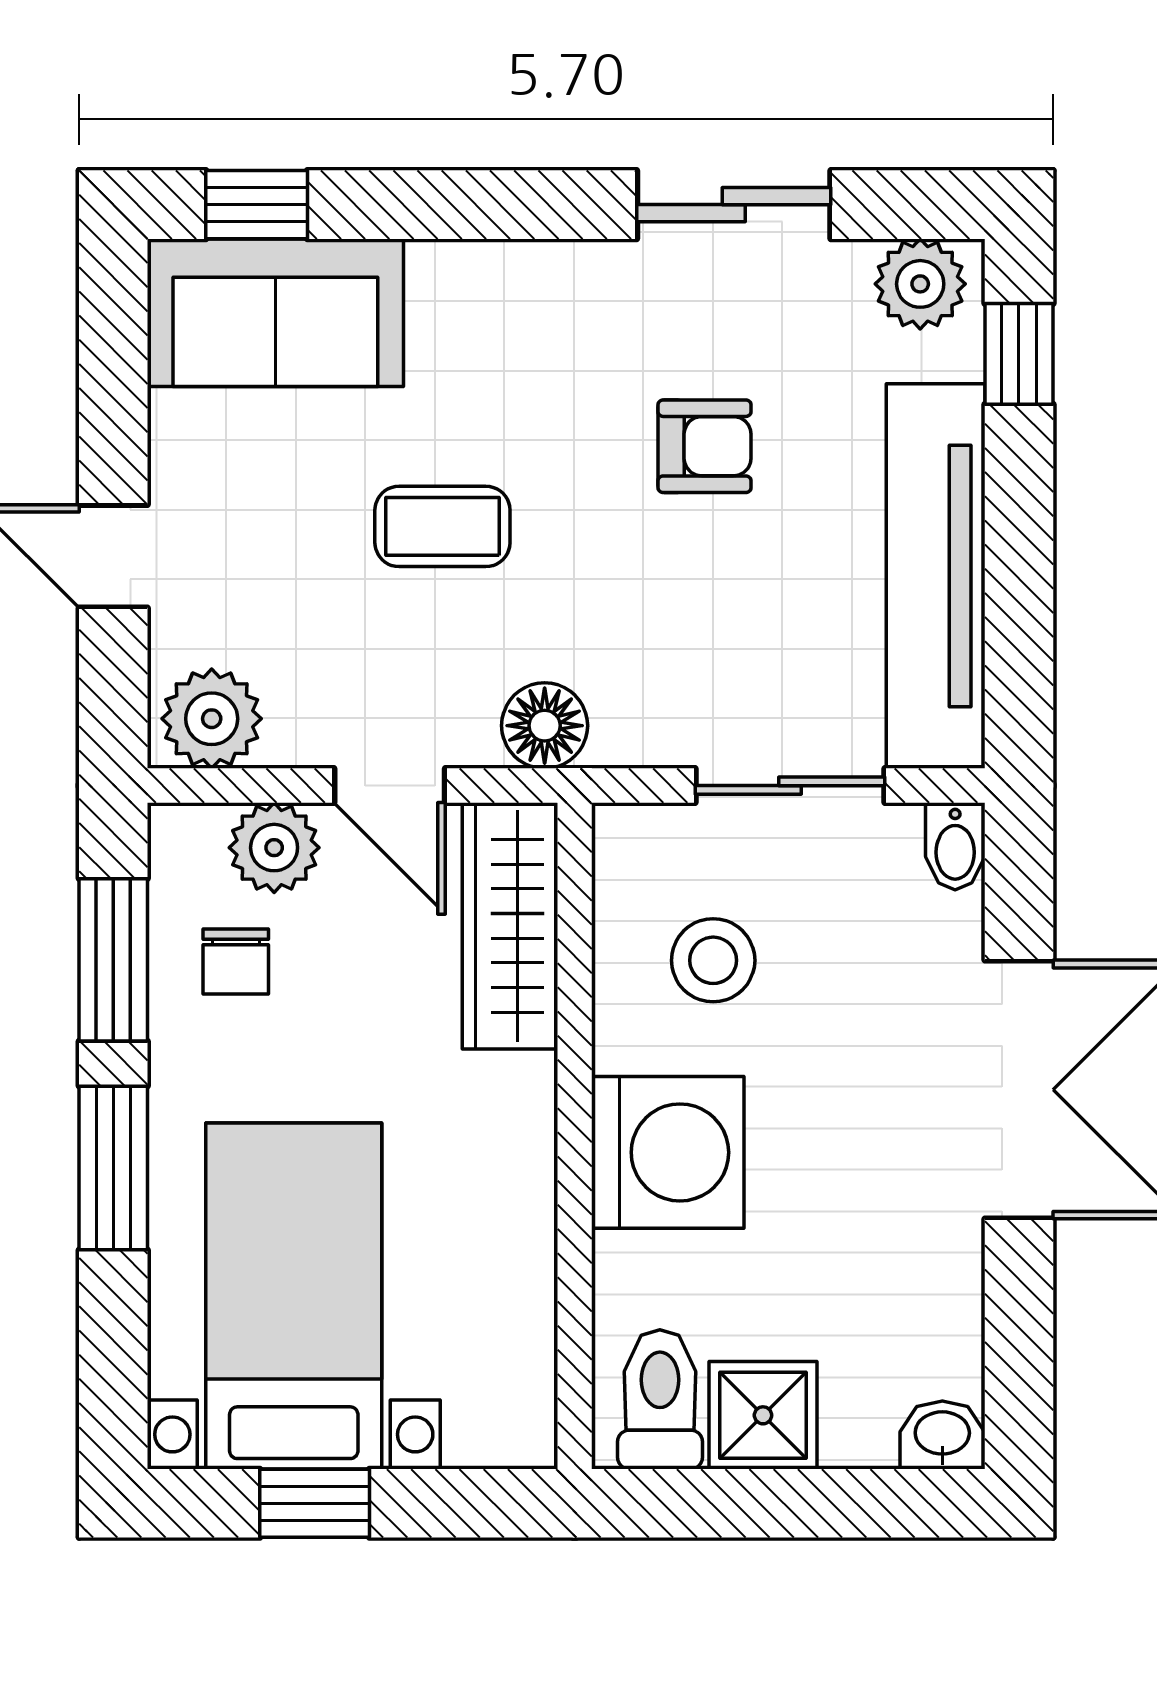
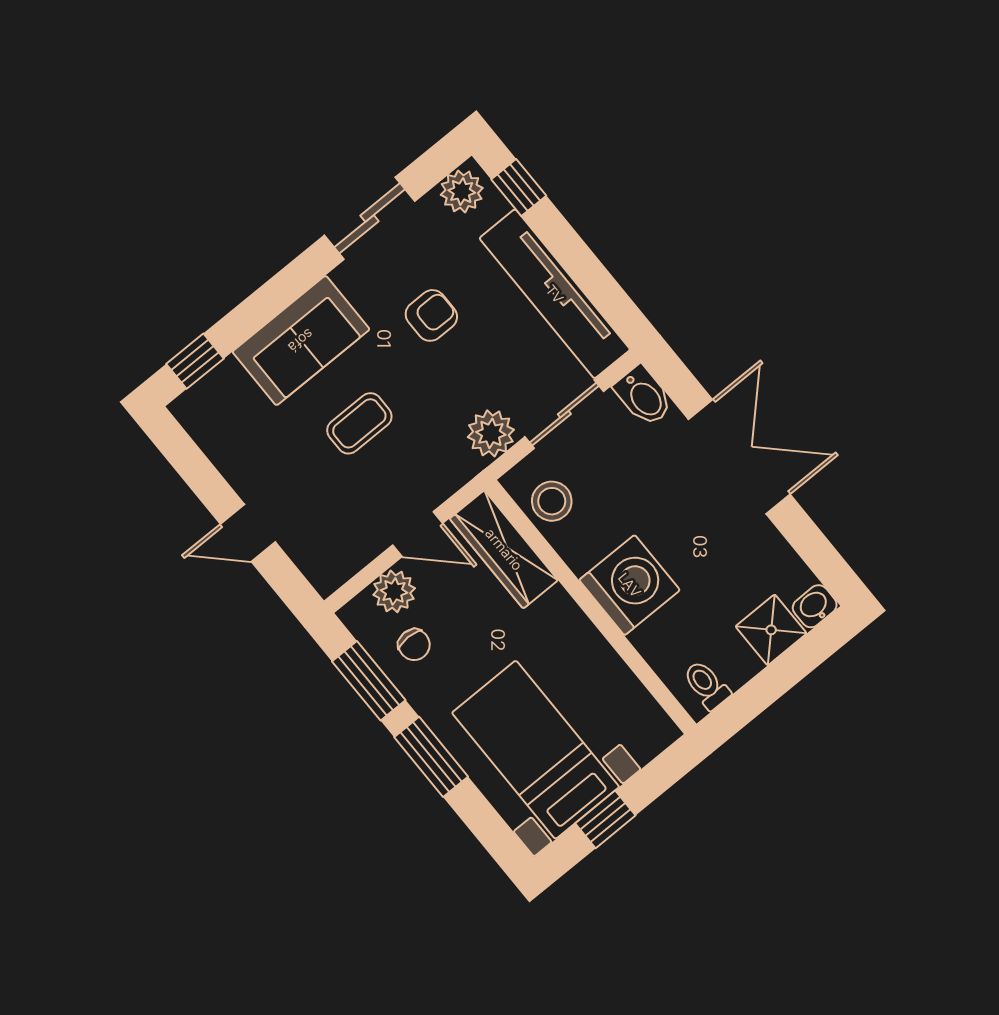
sofa: (275, 313) -> (301, 341), moved
plant: (212, 719) -> (491, 433), moved
floor lamp: (545, 726) -> (456, 466), removed
bidet: (955, 846) -> (644, 396), width x1.38, depth x1.36
stool: (713, 960) -> (552, 501), moved
toilet: (660, 1399) -> (706, 685), width x0.73, depth x0.72
shower: (763, 1415) -> (771, 630), moved

